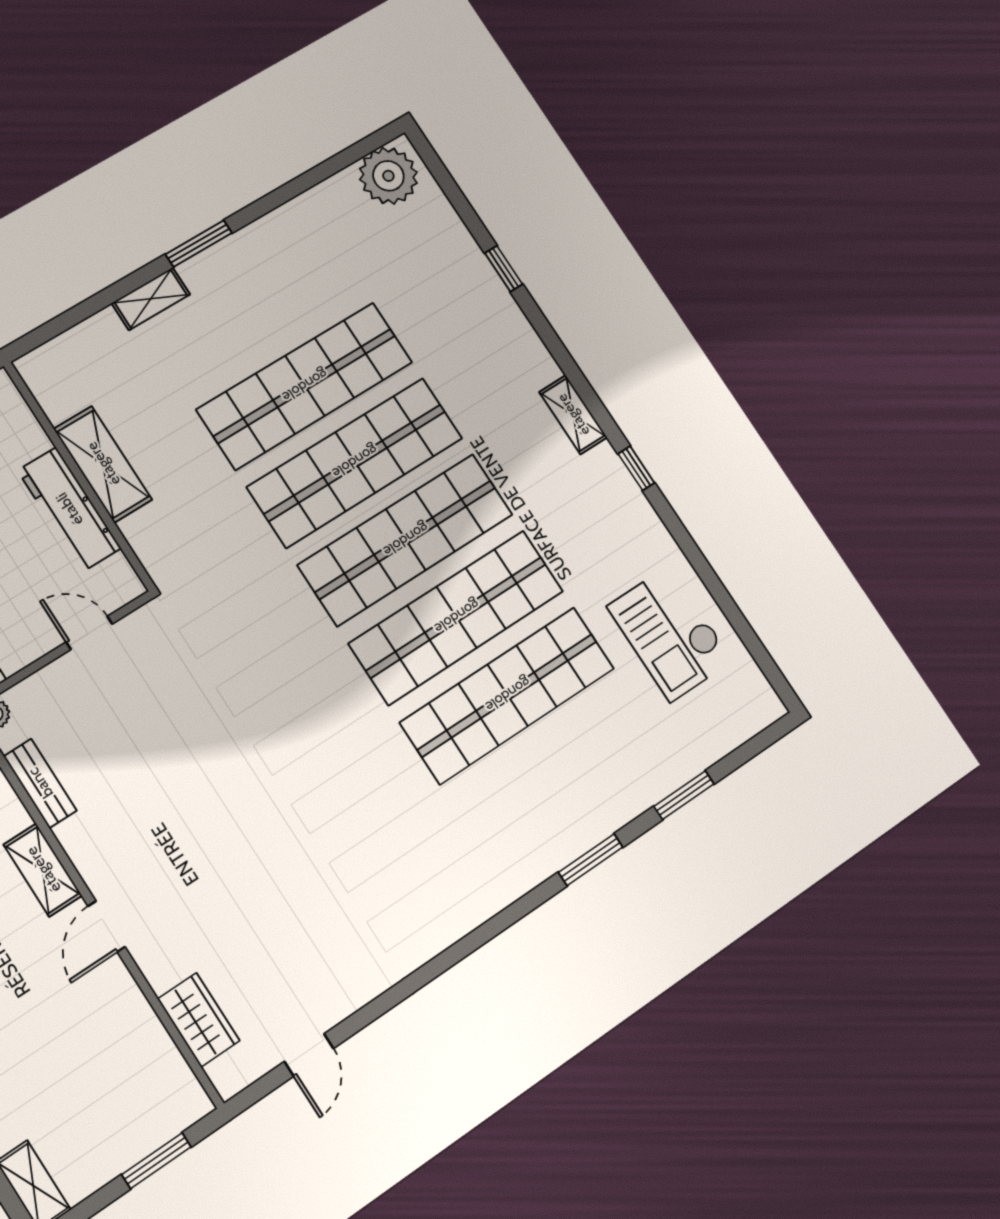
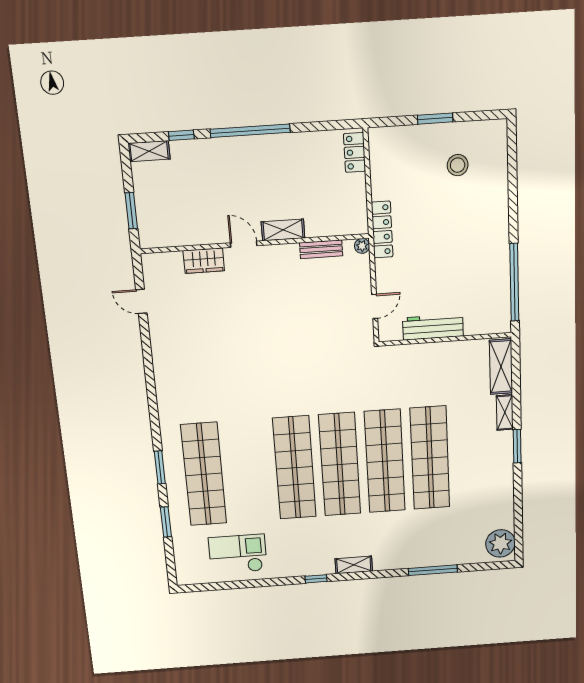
window: (504, 269) -> (433, 570), width x2.17
shelving: (103, 464) -> (501, 367), moved, turned 90
shop shelf: (508, 695) -> (204, 474), moved
wardrobe: (199, 1020) -> (204, 261), moved

